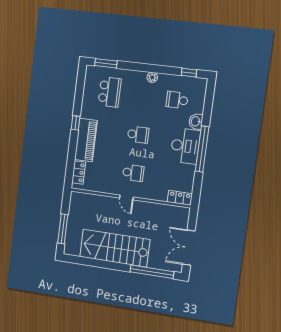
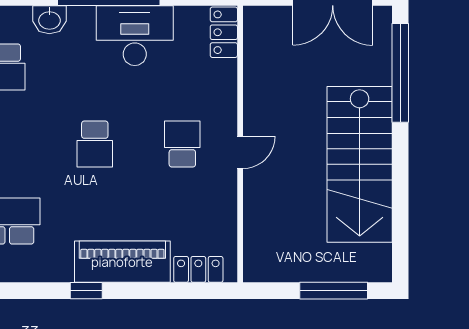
school desk: (138, 135) -> (95, 144), turned 180
desk: (185, 146) -> (135, 36), moved

